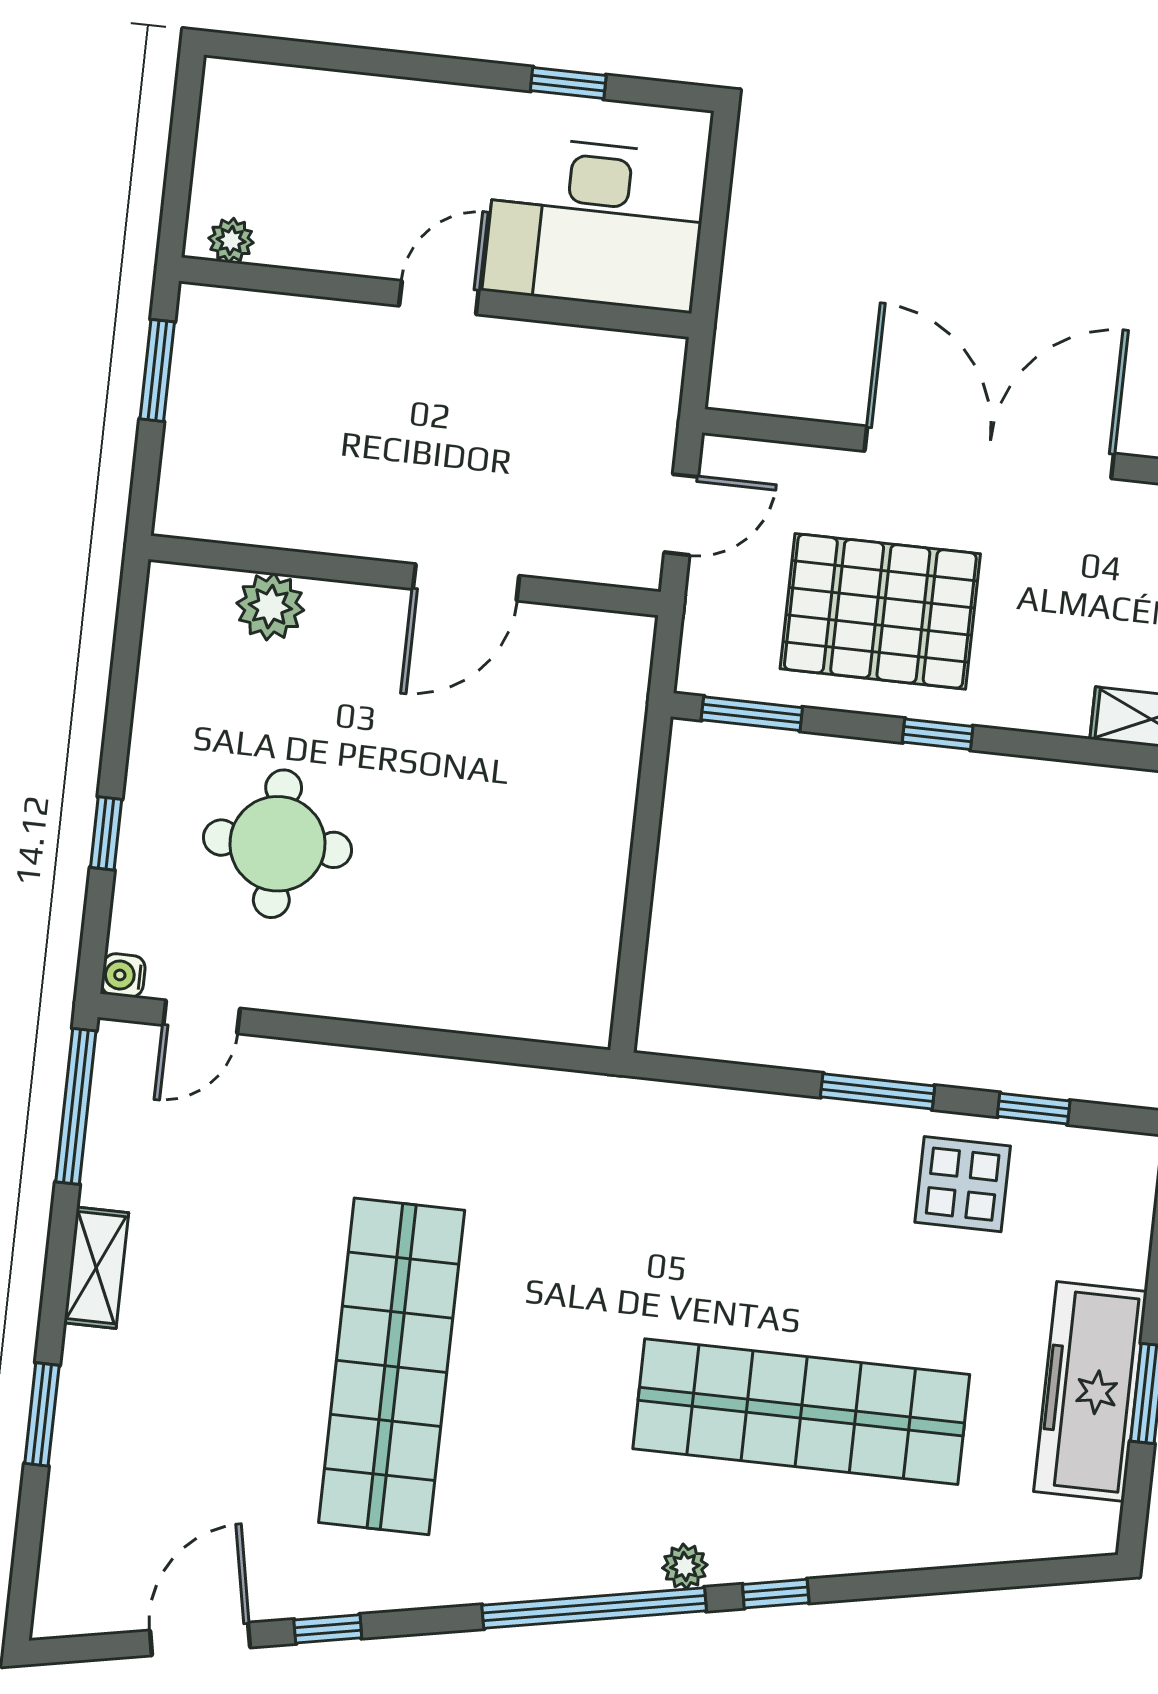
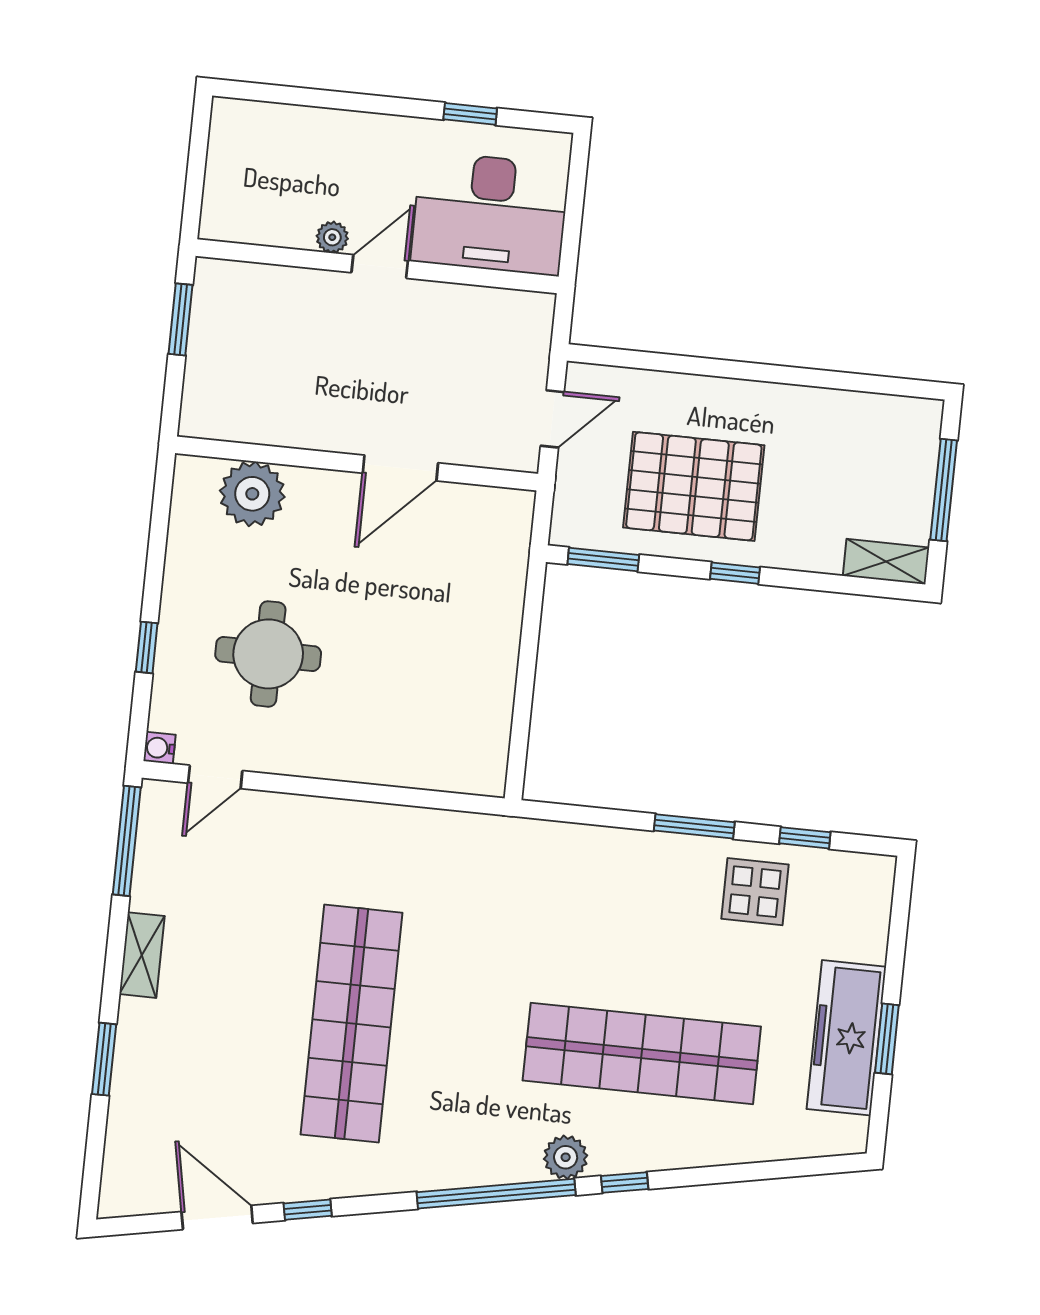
plant: (231, 240) -> (332, 237), moved
double door: (989, 452) -> (770, 373), removed
plant: (270, 607) -> (252, 494), width x1.36, depth x1.36
plant: (685, 1566) -> (566, 1157), width x1.38, depth x1.38
door: (200, 1639) -> (217, 1217), hinge flipped

